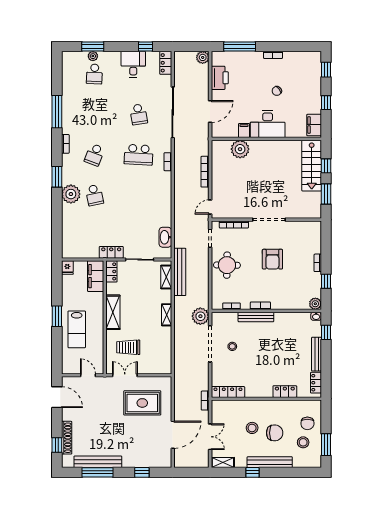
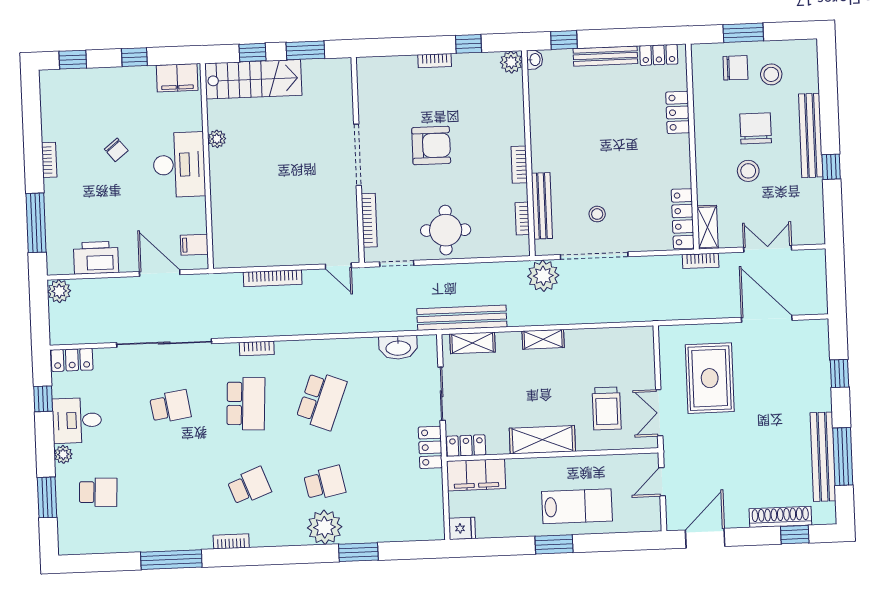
plant: (93, 56) -> (63, 454), moved
filing cabinet: (244, 131) -> (194, 245), moved
plant: (240, 149) -> (217, 139), moved, width x0.53, depth x0.53
school desk: (94, 155) -> (249, 486), turned -42
window: (57, 177) -> (358, 552), moved
school desk: (139, 195) -> (321, 401), added
bench: (256, 317) -> (542, 206), moved
window: (326, 445) -> (743, 33), moved
shelving: (223, 462) -> (708, 227), moved

